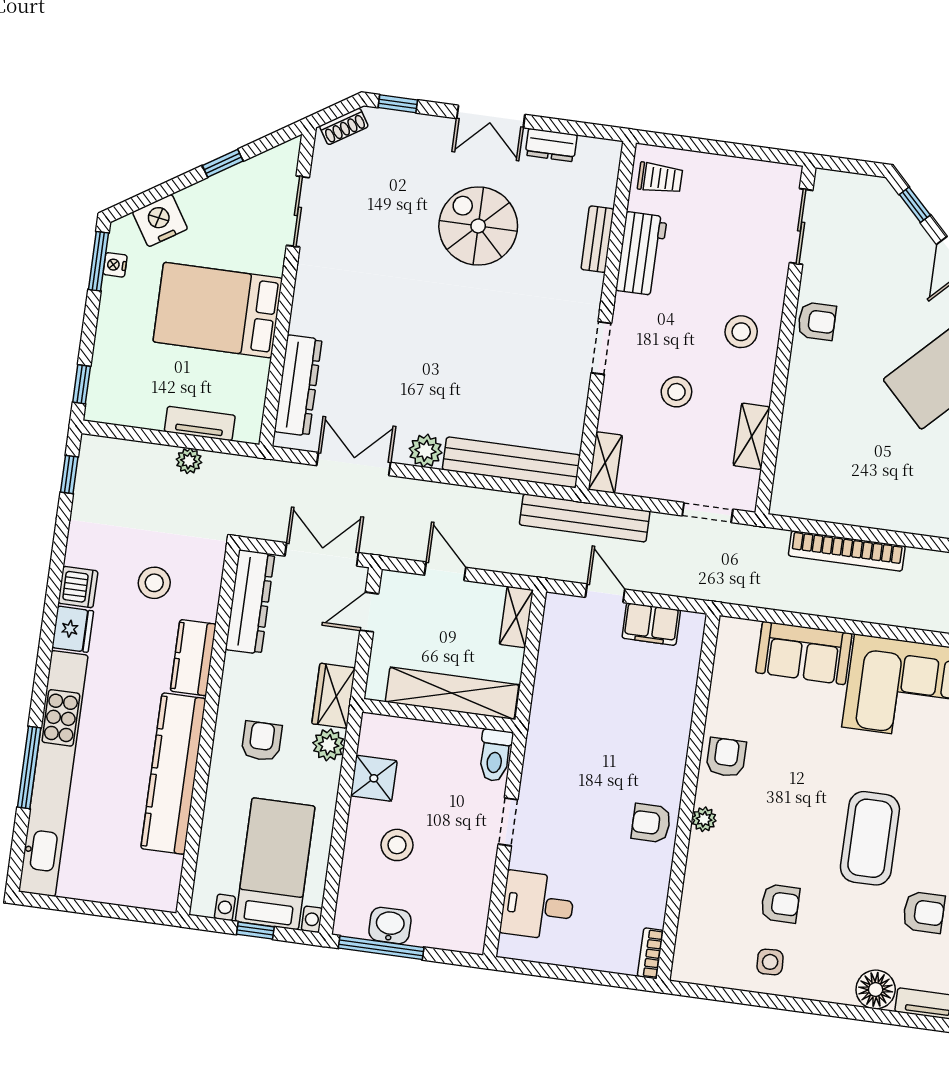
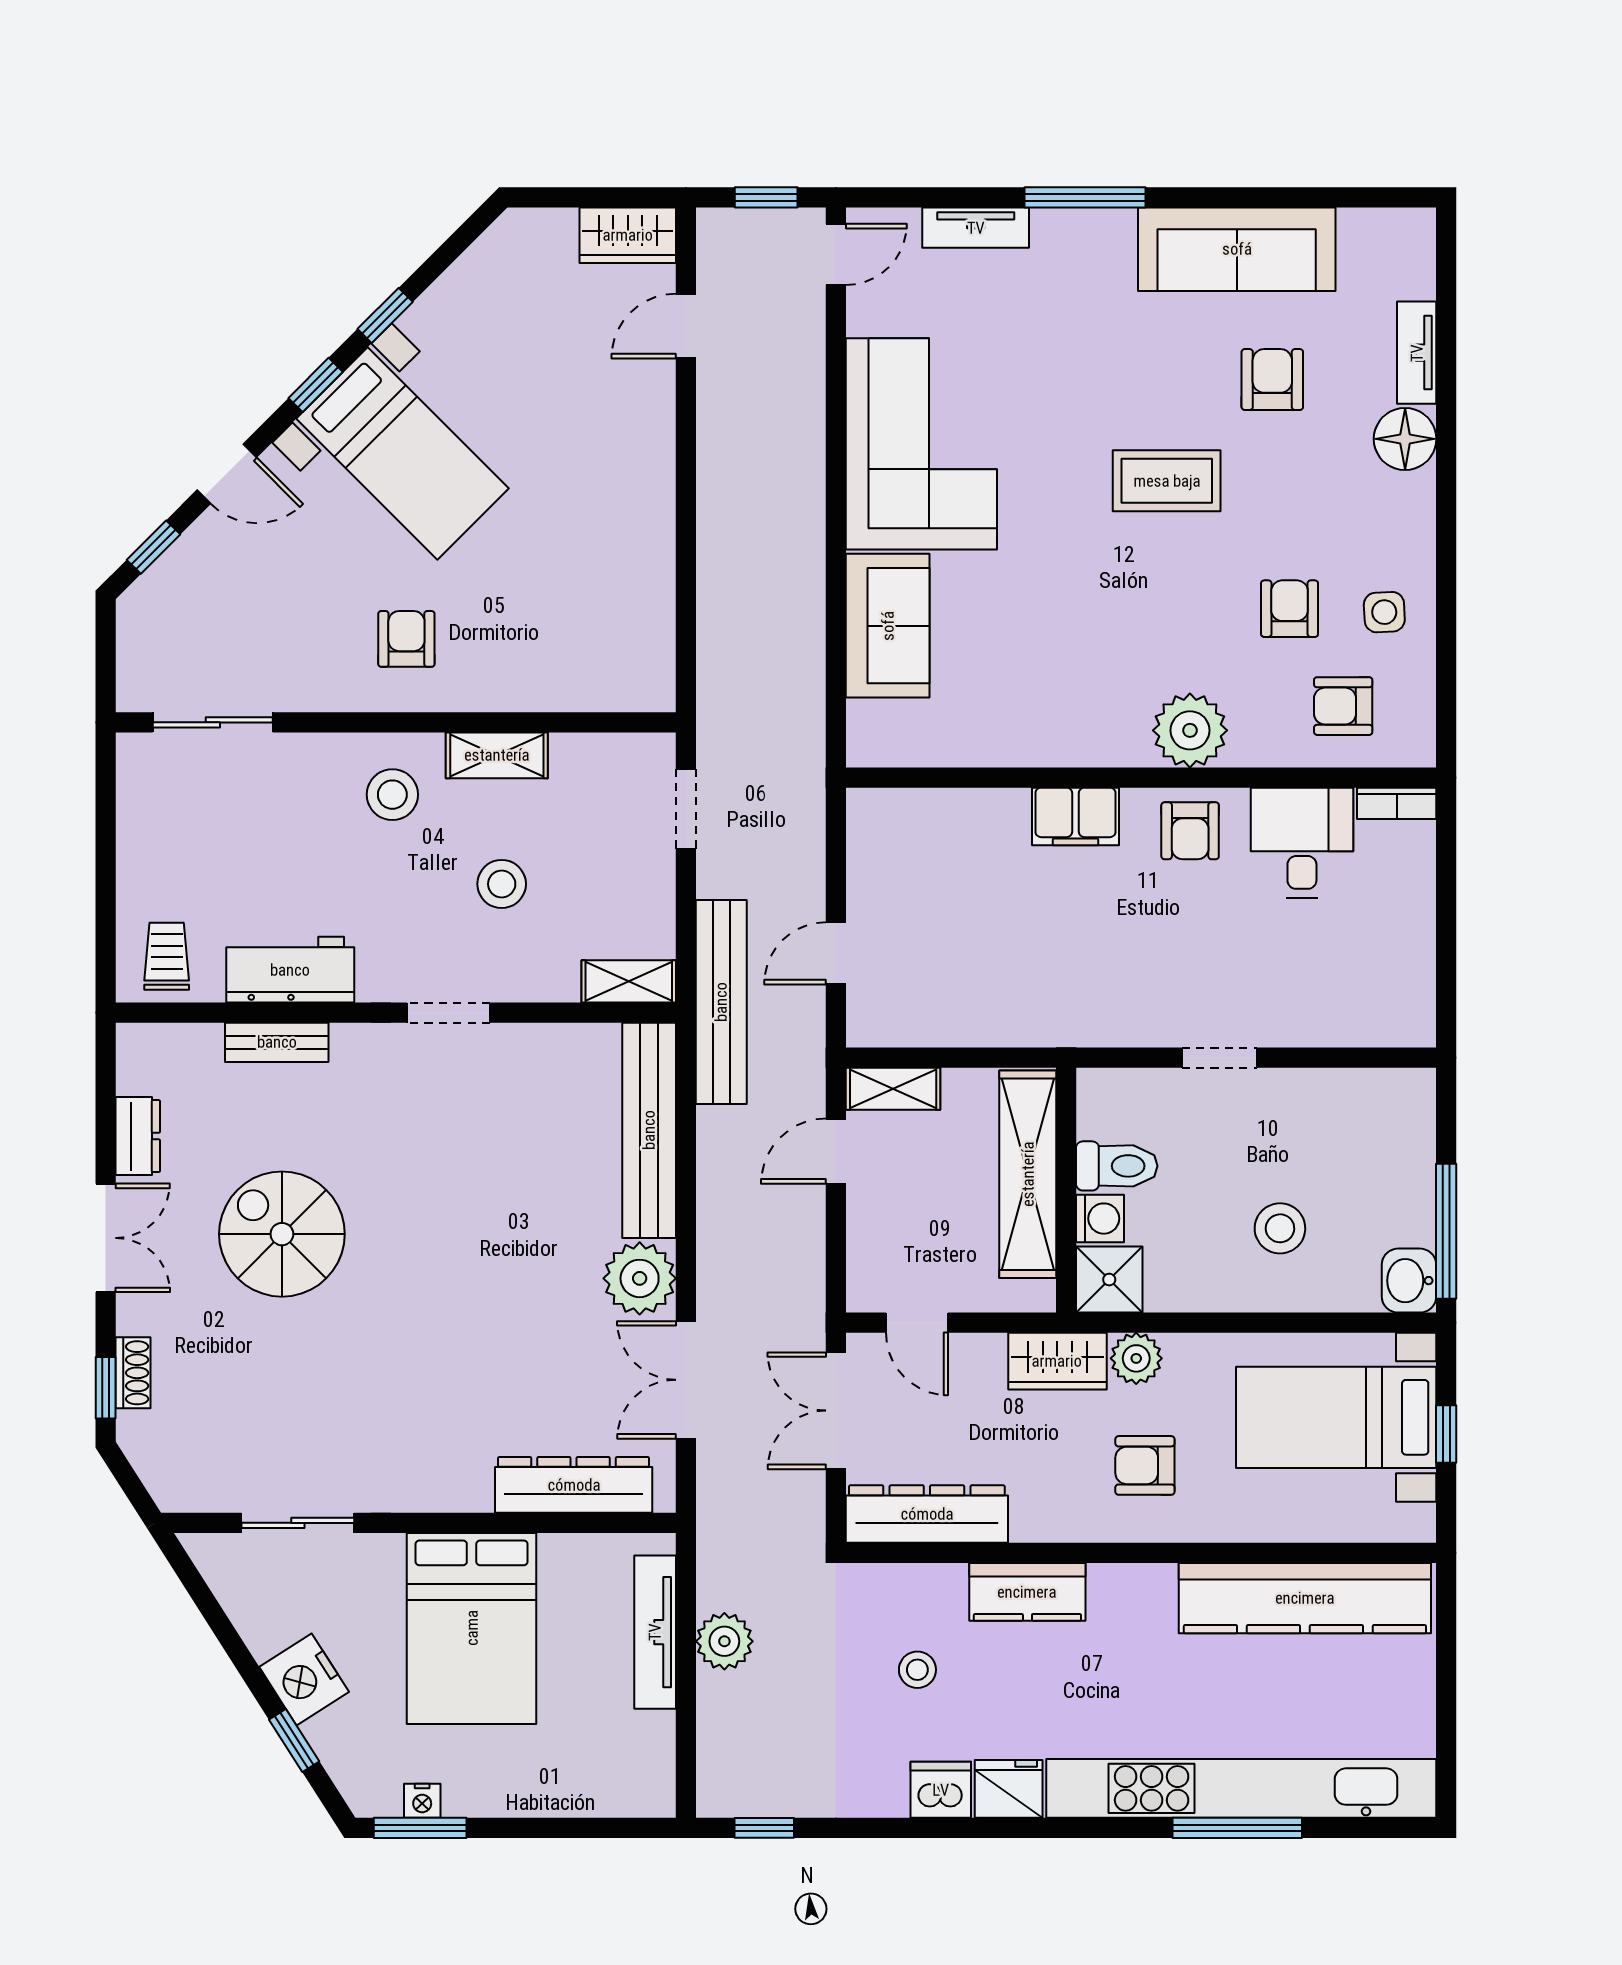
shoe rack: (344, 126) -> (133, 1373), moved, turned 32
window: (223, 163) -> (294, 1740), moved
nightstand: (160, 220) -> (304, 1679), moved
spiral stairs: (478, 226) -> (282, 1234), turned 90
armchair: (817, 321) -> (406, 639), moved
window: (82, 384) -> (619, 1828), removed
tv unit: (200, 423) -> (655, 1632), width x1.41
shelving: (752, 436) -> (497, 755), moved
plant: (426, 451) -> (640, 1278), width x1.36, depth x1.36
plant: (189, 461) -> (724, 1641), width x1.38, depth x1.38
bookcase: (847, 551) -> (717, 580), removed
door: (445, 571) -> (836, 1151), moved
stool: (154, 583) -> (917, 1670), width x0.73, depth x0.73
filing cabinet: (651, 624) -> (1075, 816), moved, turned 90
washing machine: (418, 734) -> (1100, 1219), added
toilet: (495, 755) -> (1117, 1166), moved
armchair: (726, 757) -> (1343, 706), moved
kitchen counter: (173, 774) -> (1305, 1598), moved
shower: (374, 778) -> (1109, 1280), moved
plant: (704, 819) -> (1190, 730), width x1.88, depth x1.88
coffee table: (870, 838) -> (1167, 481), width x0.73, depth x0.76
desk: (538, 906) -> (1302, 843), moved, turned 180
washbasin: (390, 925) -> (1409, 1281), moved

